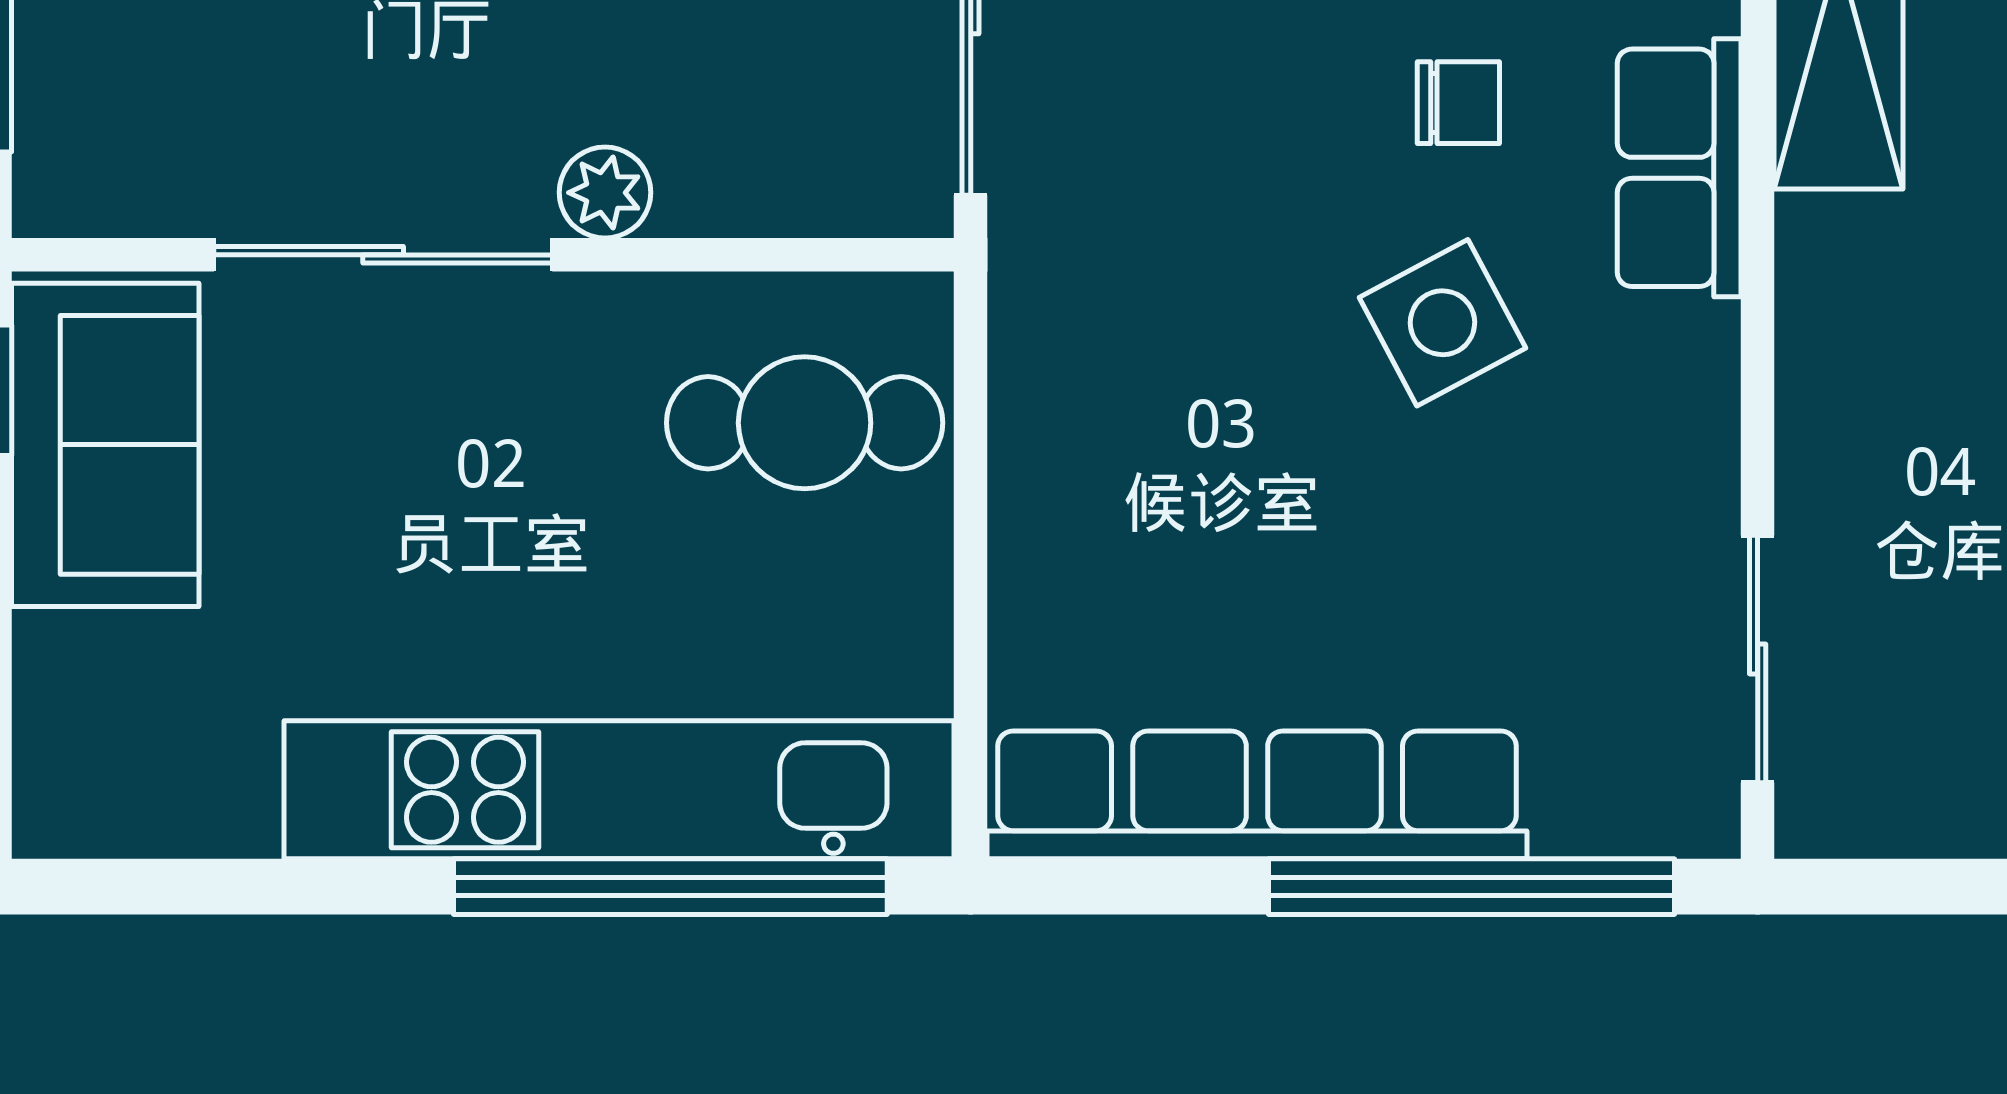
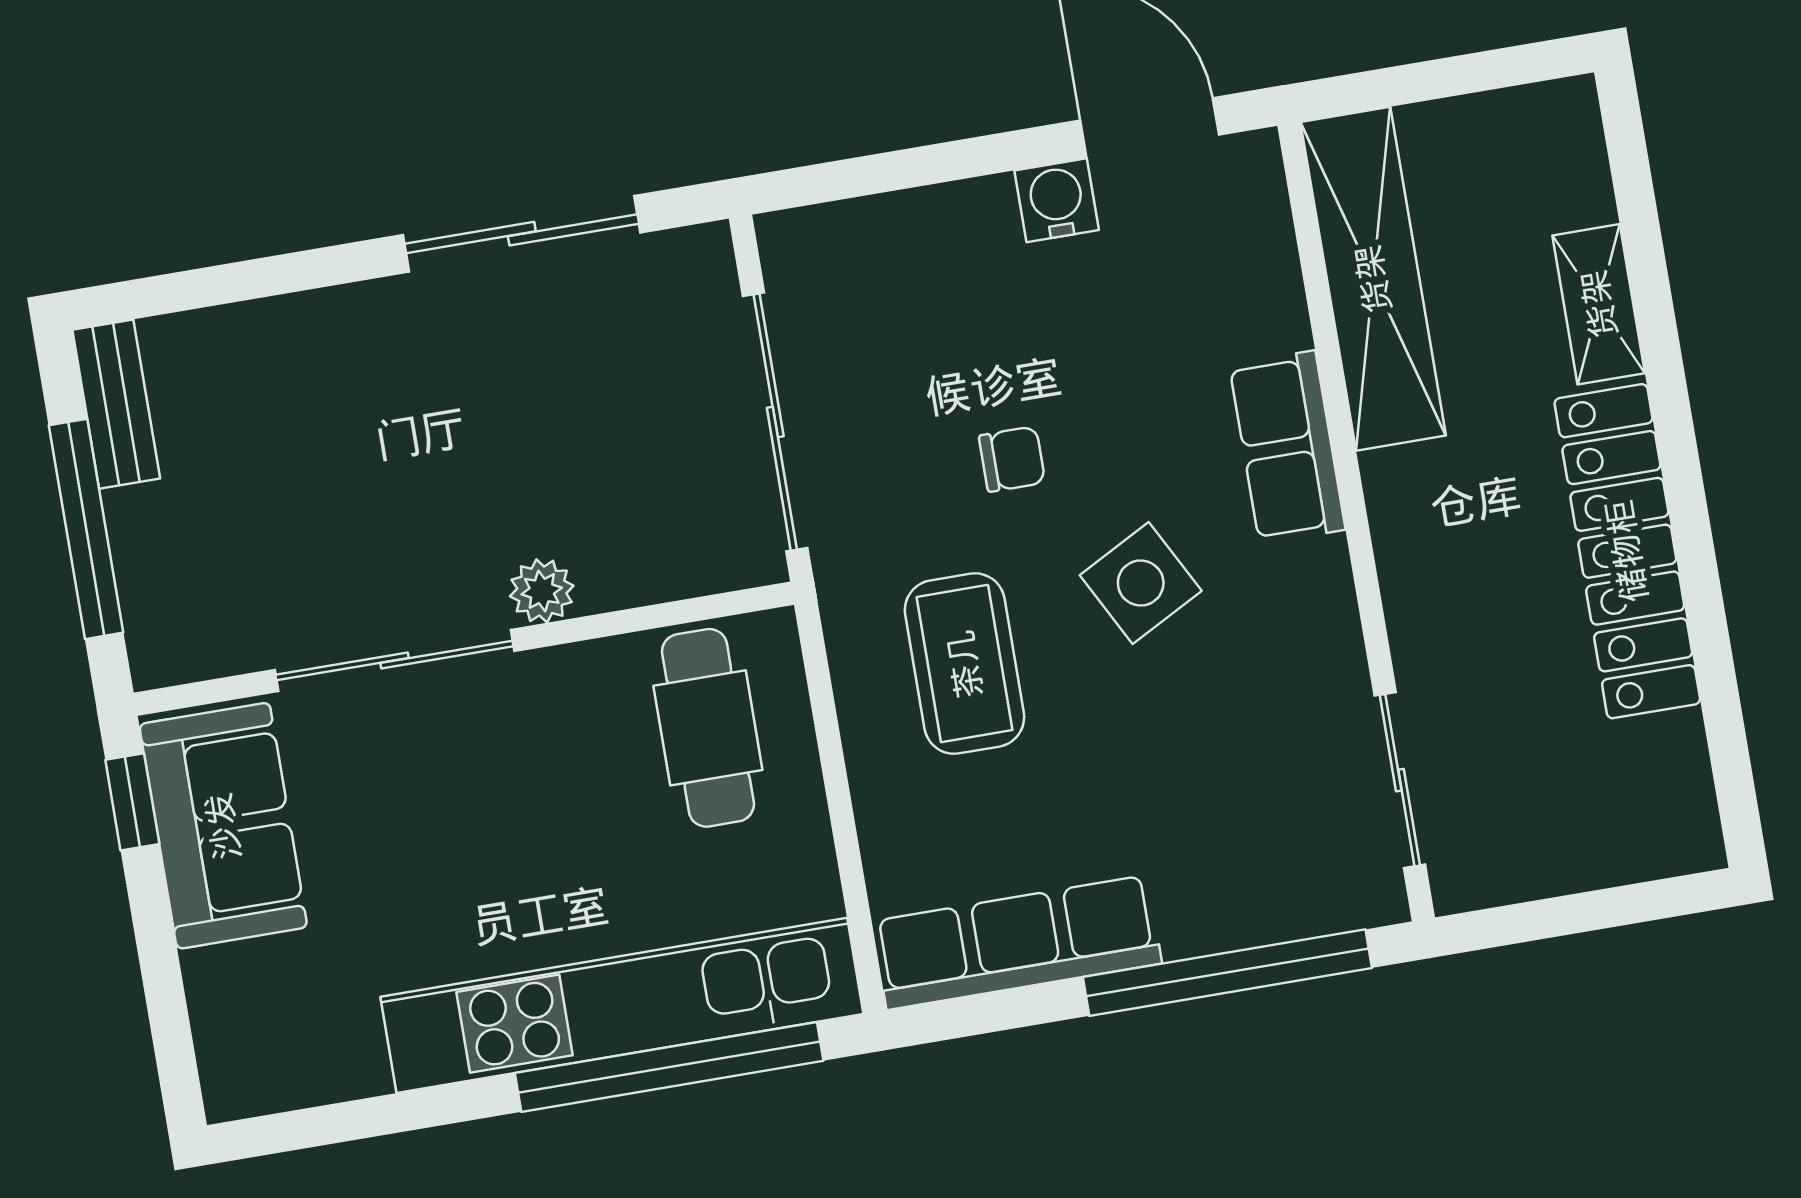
chair: (1458, 103) -> (1012, 459), moved
coffee table: (1178, 394) -> (965, 664), added
cafe table: (805, 423) -> (708, 728), turned 90
row of seats: (1257, 795) -> (1017, 942), width x0.73

